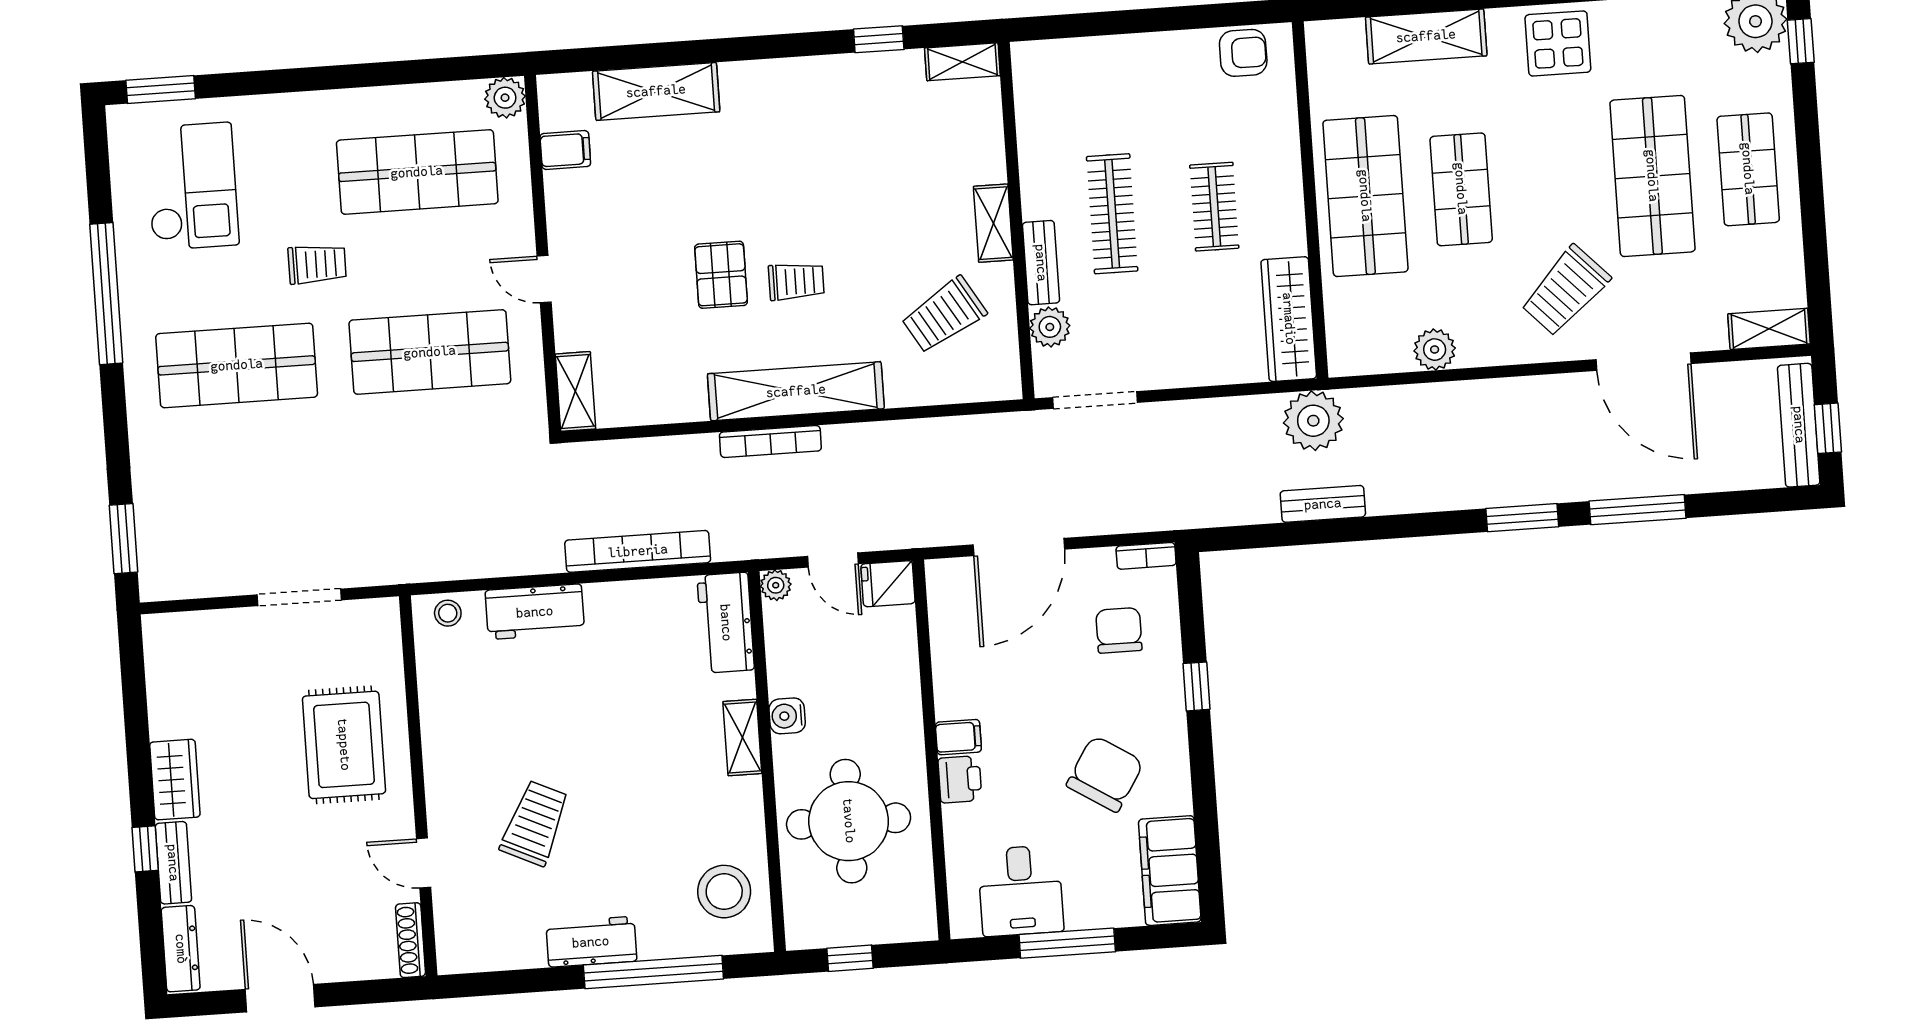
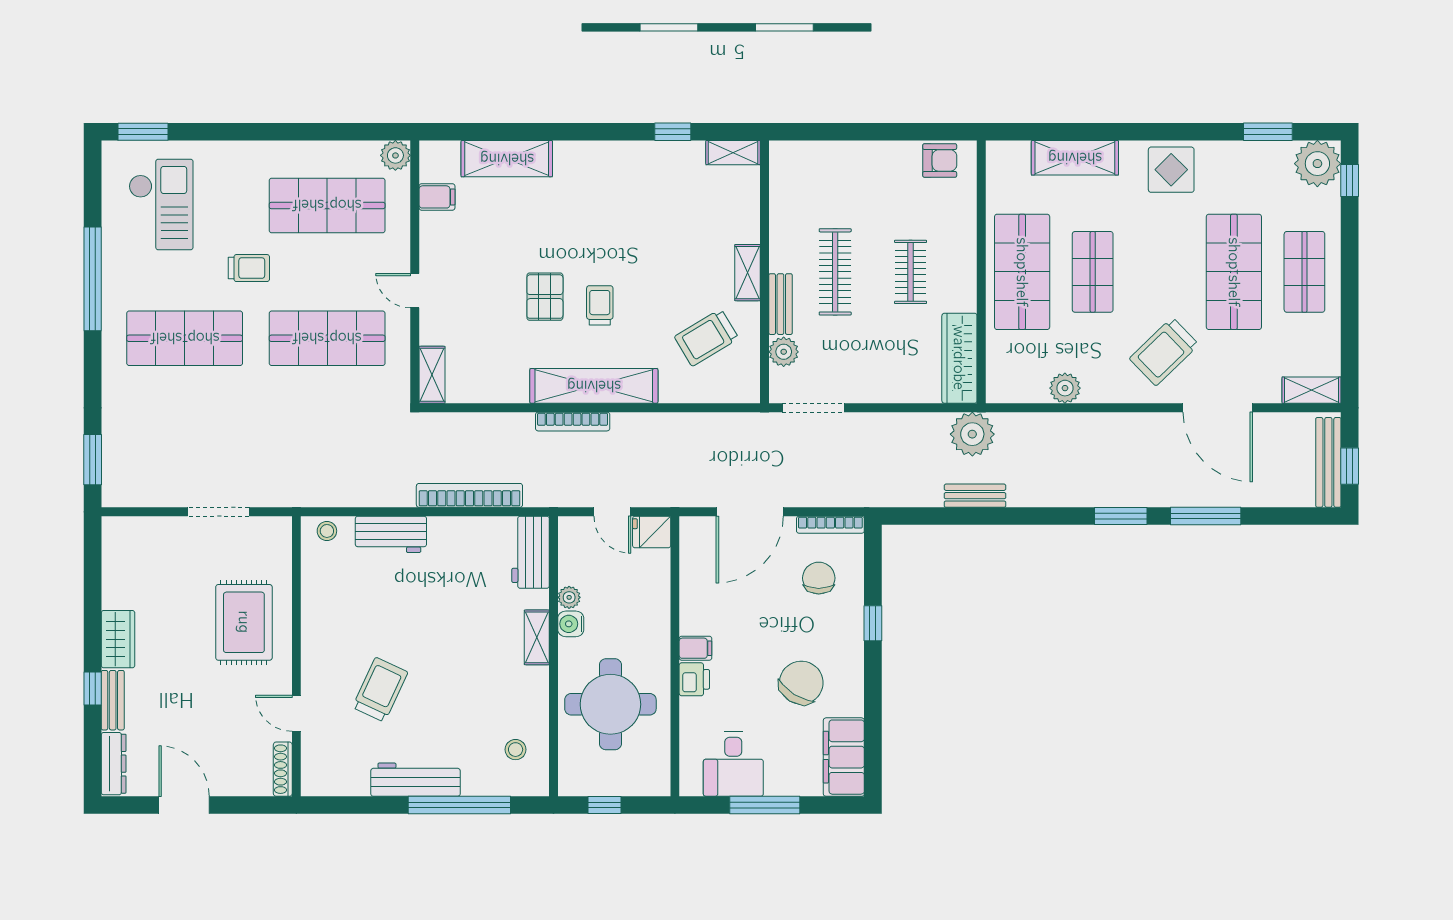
trolley: (796, 281) -> (600, 305), turned -90
bookcase: (1146, 556) -> (830, 525), width x1.56
plant: (776, 585) -> (569, 597), moved
stool: (724, 892) -> (516, 750), width x0.53, depth x0.53
workbench: (591, 942) -> (415, 780), width x1.38

